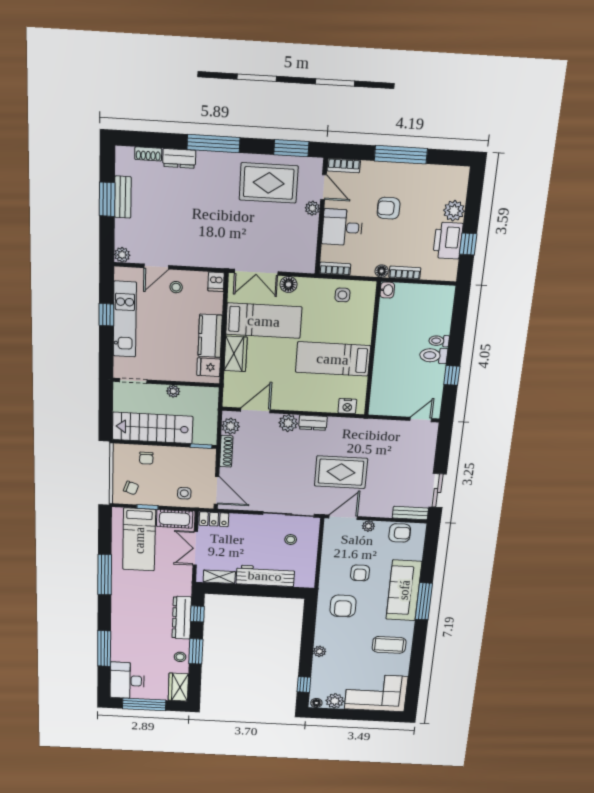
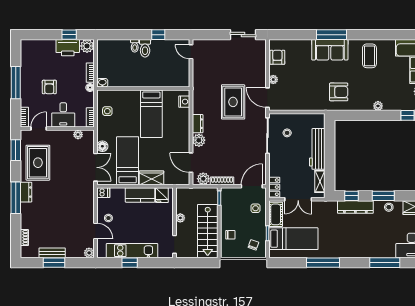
dresser: (179, 158) -> (26, 192), moved
plant: (312, 208) -> (78, 135), moved
plant: (454, 211) -> (87, 46), moved
bench: (410, 513) -> (261, 51), removed
armchair: (360, 573) -> (311, 82), removed
sofa: (404, 590) -> (330, 50), width x0.73

